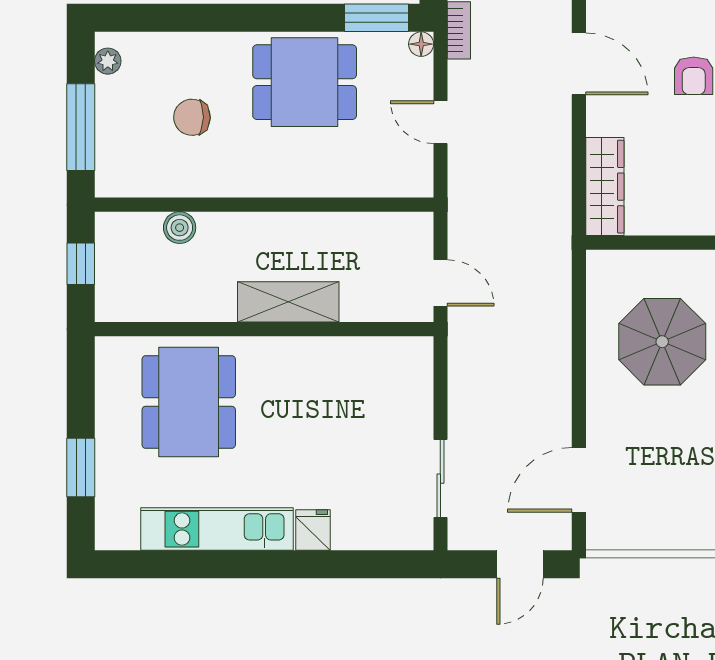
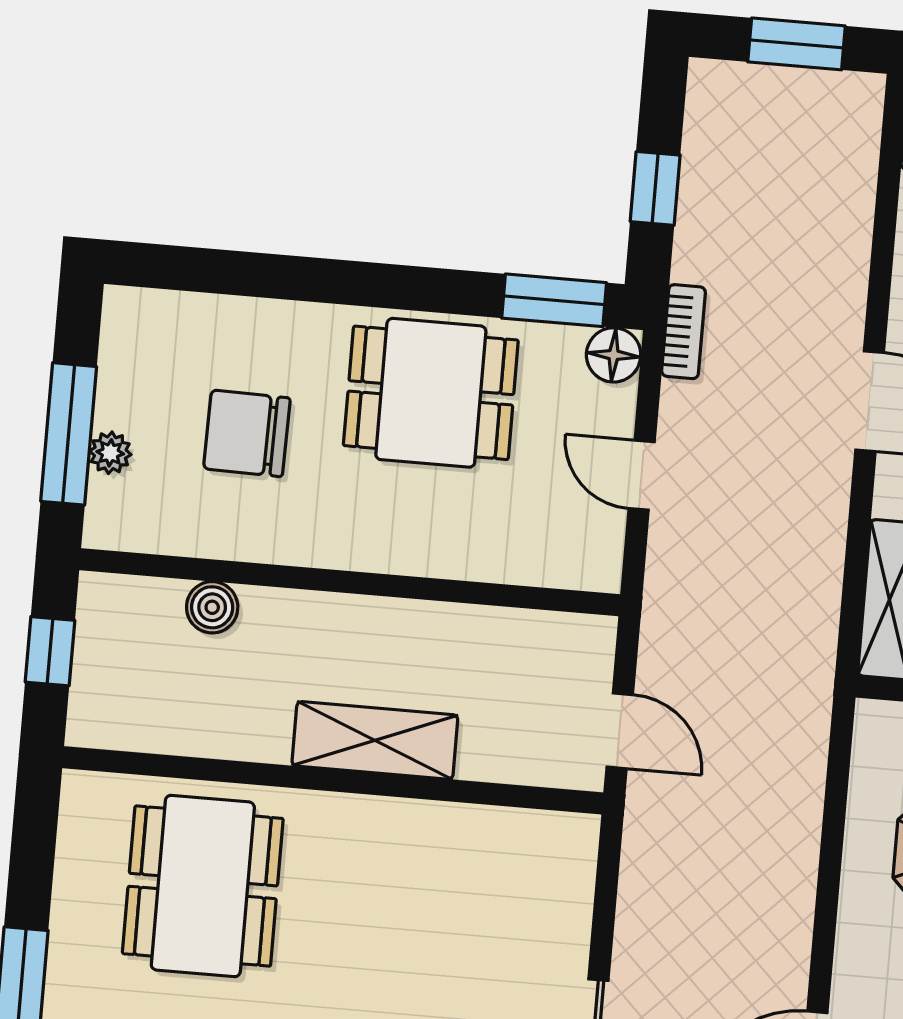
floor lamp: (421, 44) -> (614, 355), width x1.37, depth x1.37
plant: (108, 61) -> (110, 453), moved
chair: (192, 117) -> (247, 433), width x1.37, depth x1.37

